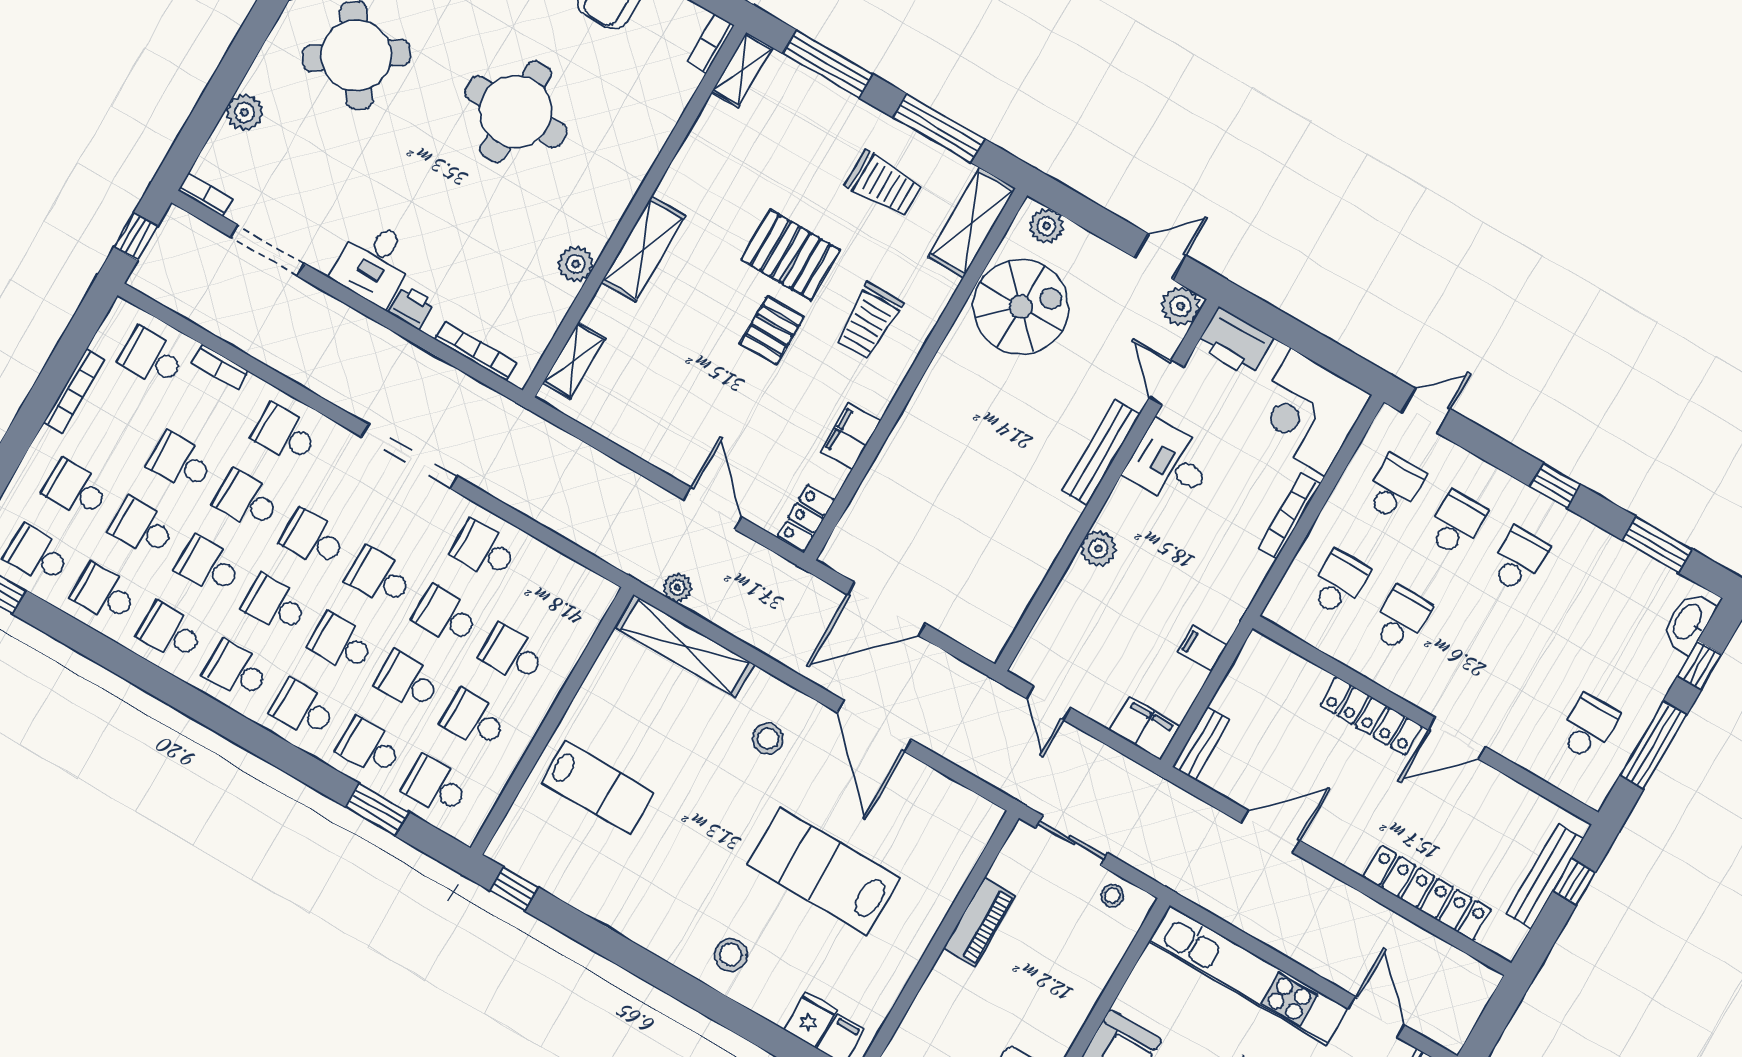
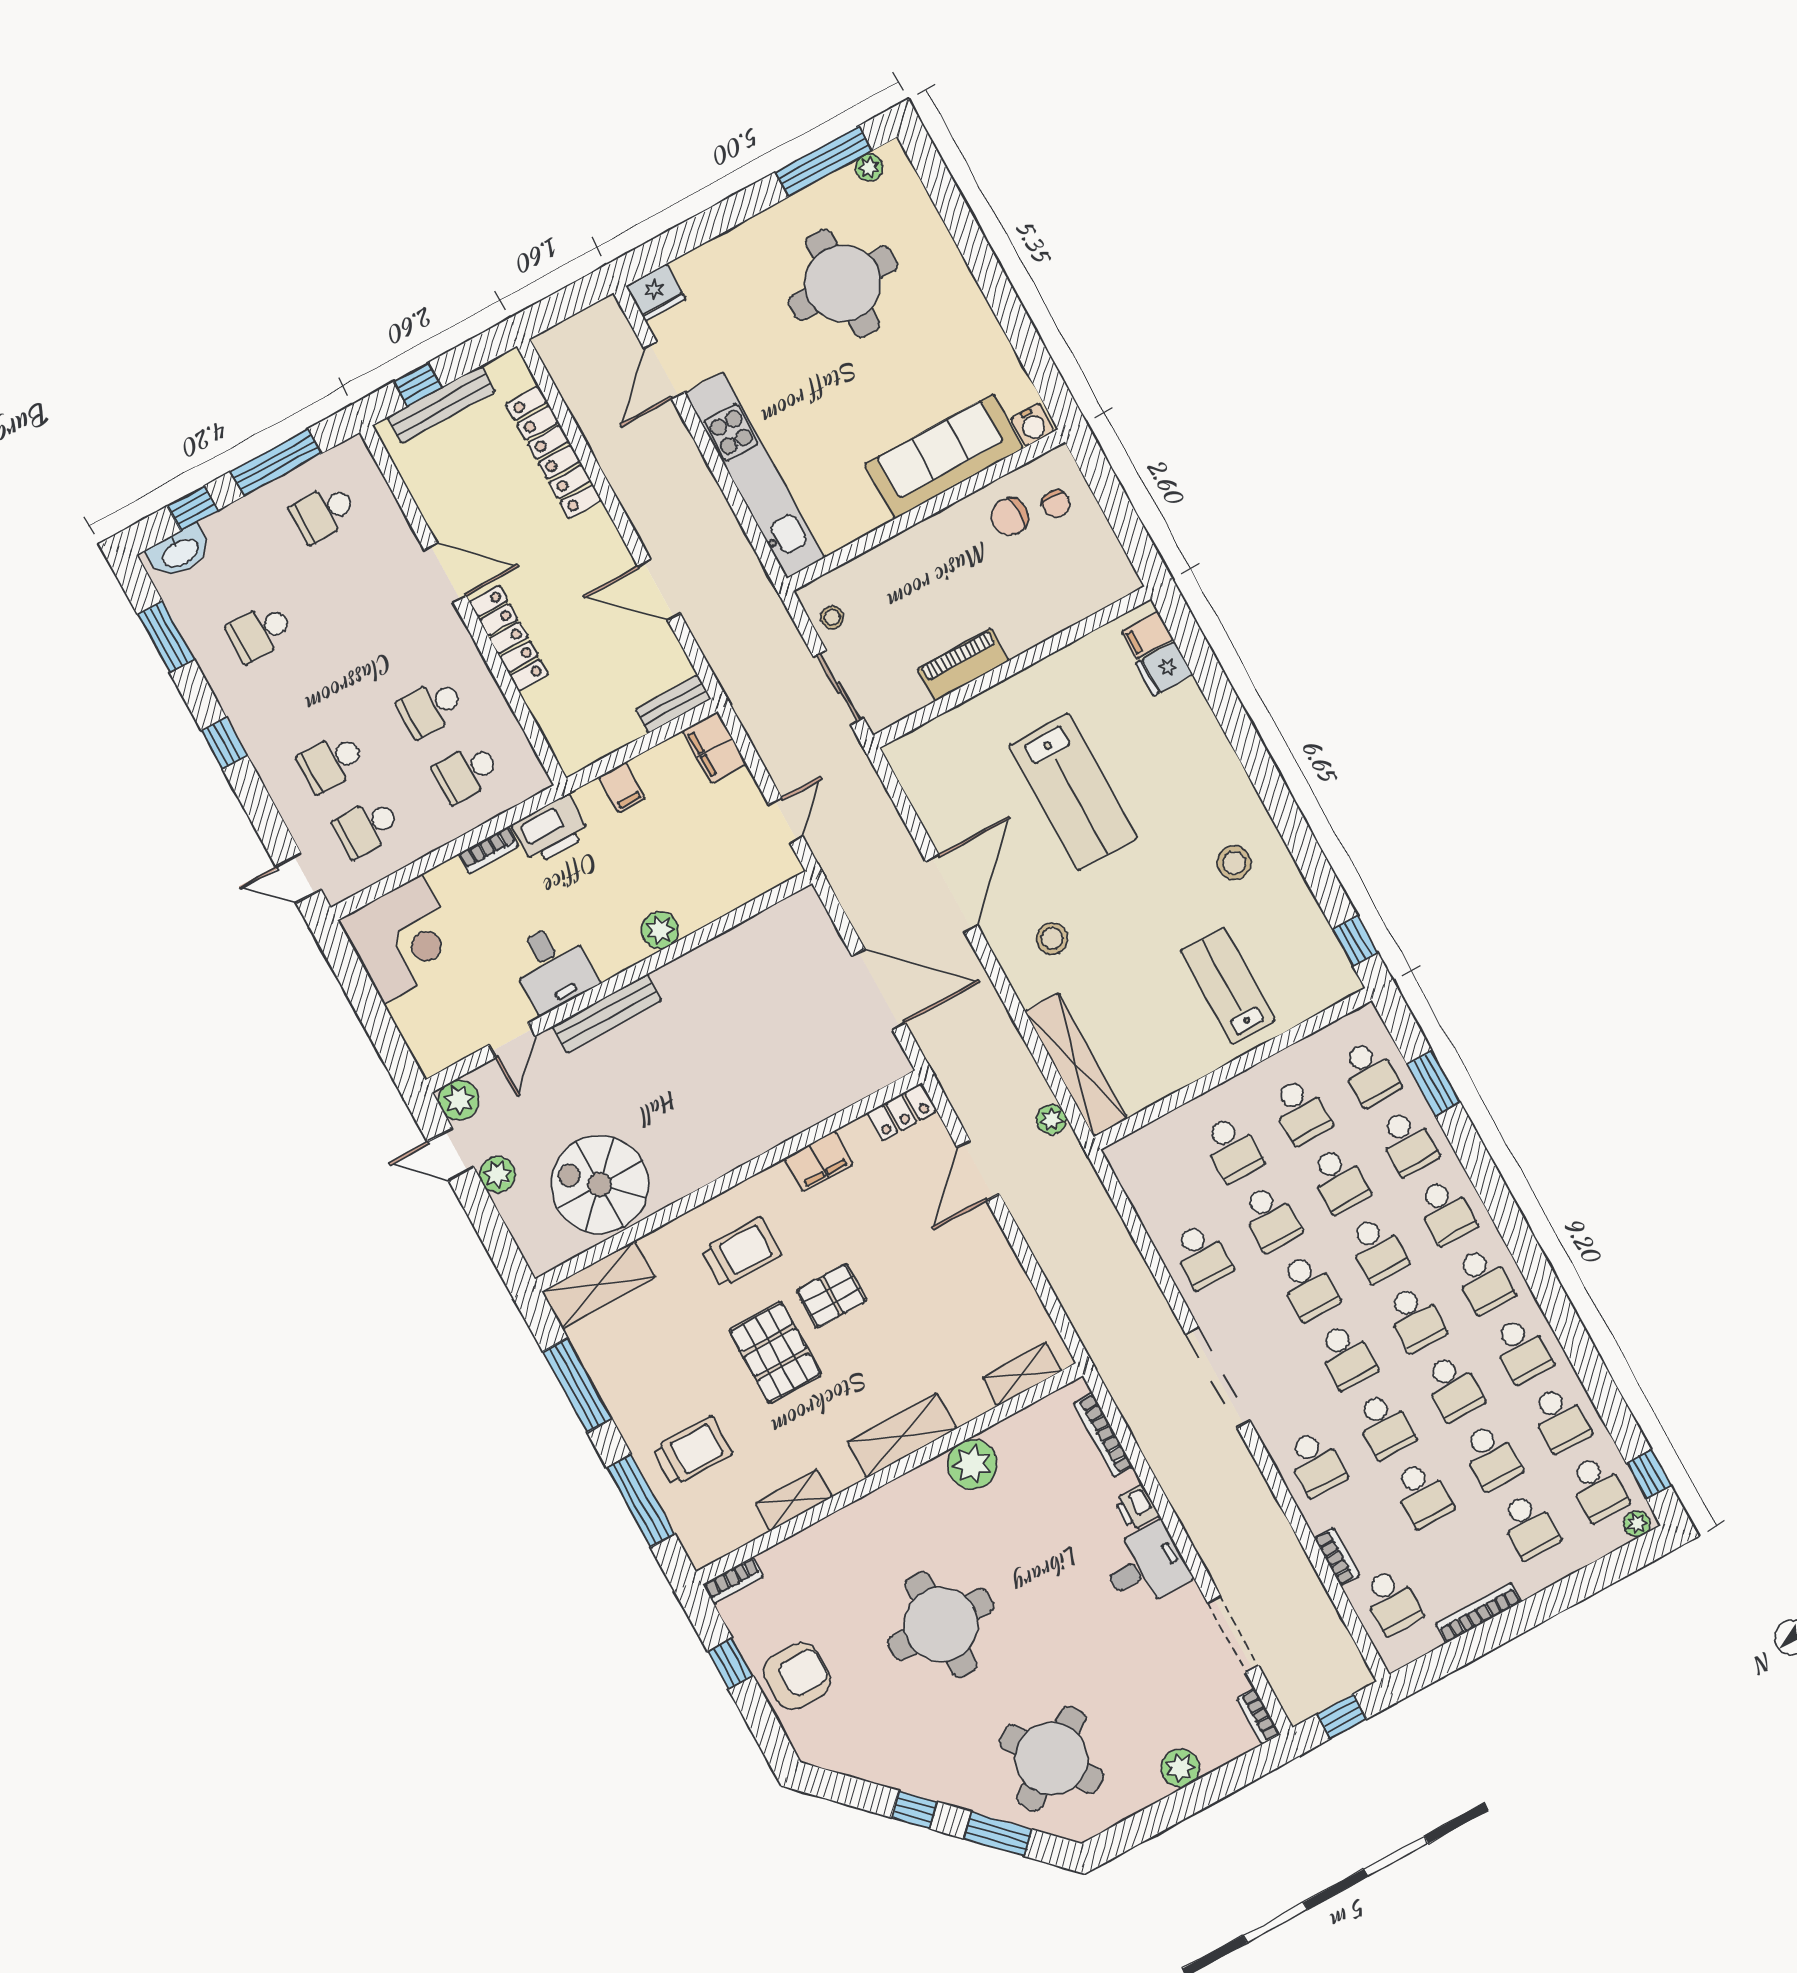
shelving: (742, 70) -> (794, 1500), moved
trolley: (884, 184) -> (692, 1451), moved, turned 90
plant: (1046, 226) -> (497, 1174), moved
plant: (576, 264) -> (972, 1464), width x1.36, depth x1.36
printer: (1235, 342) -> (551, 830), moved, turned 90
bookcase: (1289, 516) -> (489, 850), width x0.64
school desk: (1519, 560) -> (260, 632), moved
stool: (731, 955) -> (1234, 863), moved

